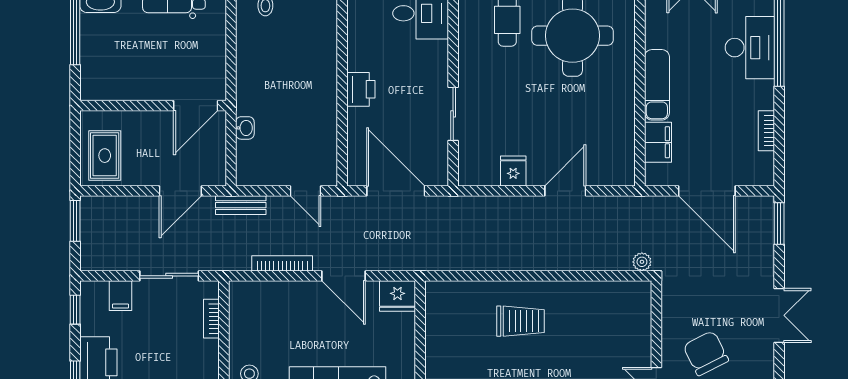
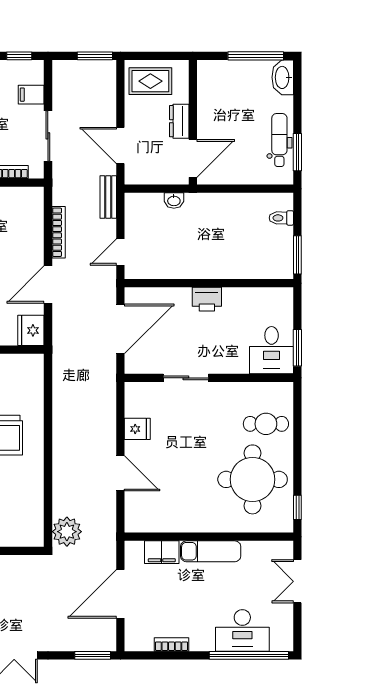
door: (196, 106) -> (193, 159), swing flipped
dresser: (152, 122) -> (179, 121), added
plant: (642, 262) -> (67, 532), width x1.88, depth x1.88

